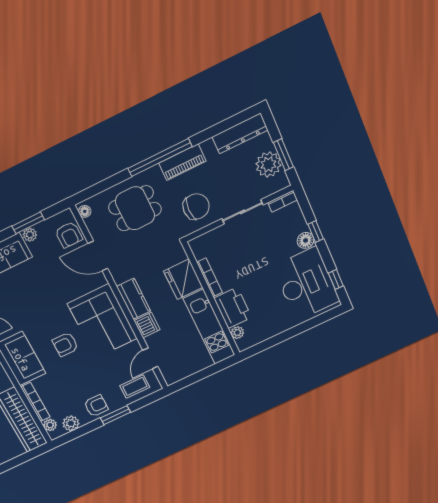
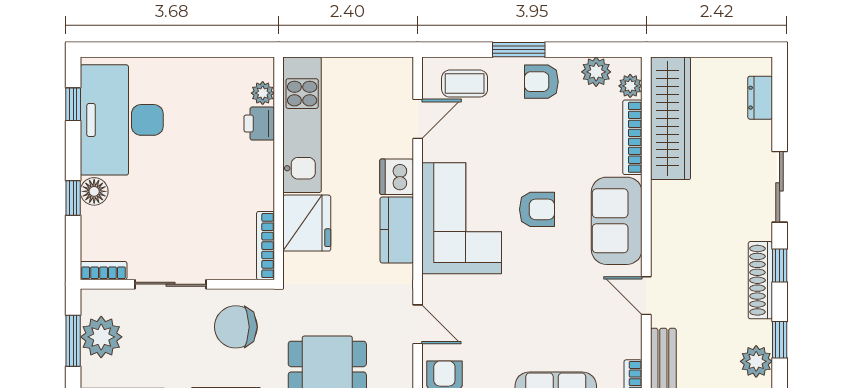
door: (98, 256) -> (418, 324), width x0.73
bookcase: (210, 277) -> (265, 246), moved
printer: (233, 308) -> (259, 124), width x0.53, depth x0.68

